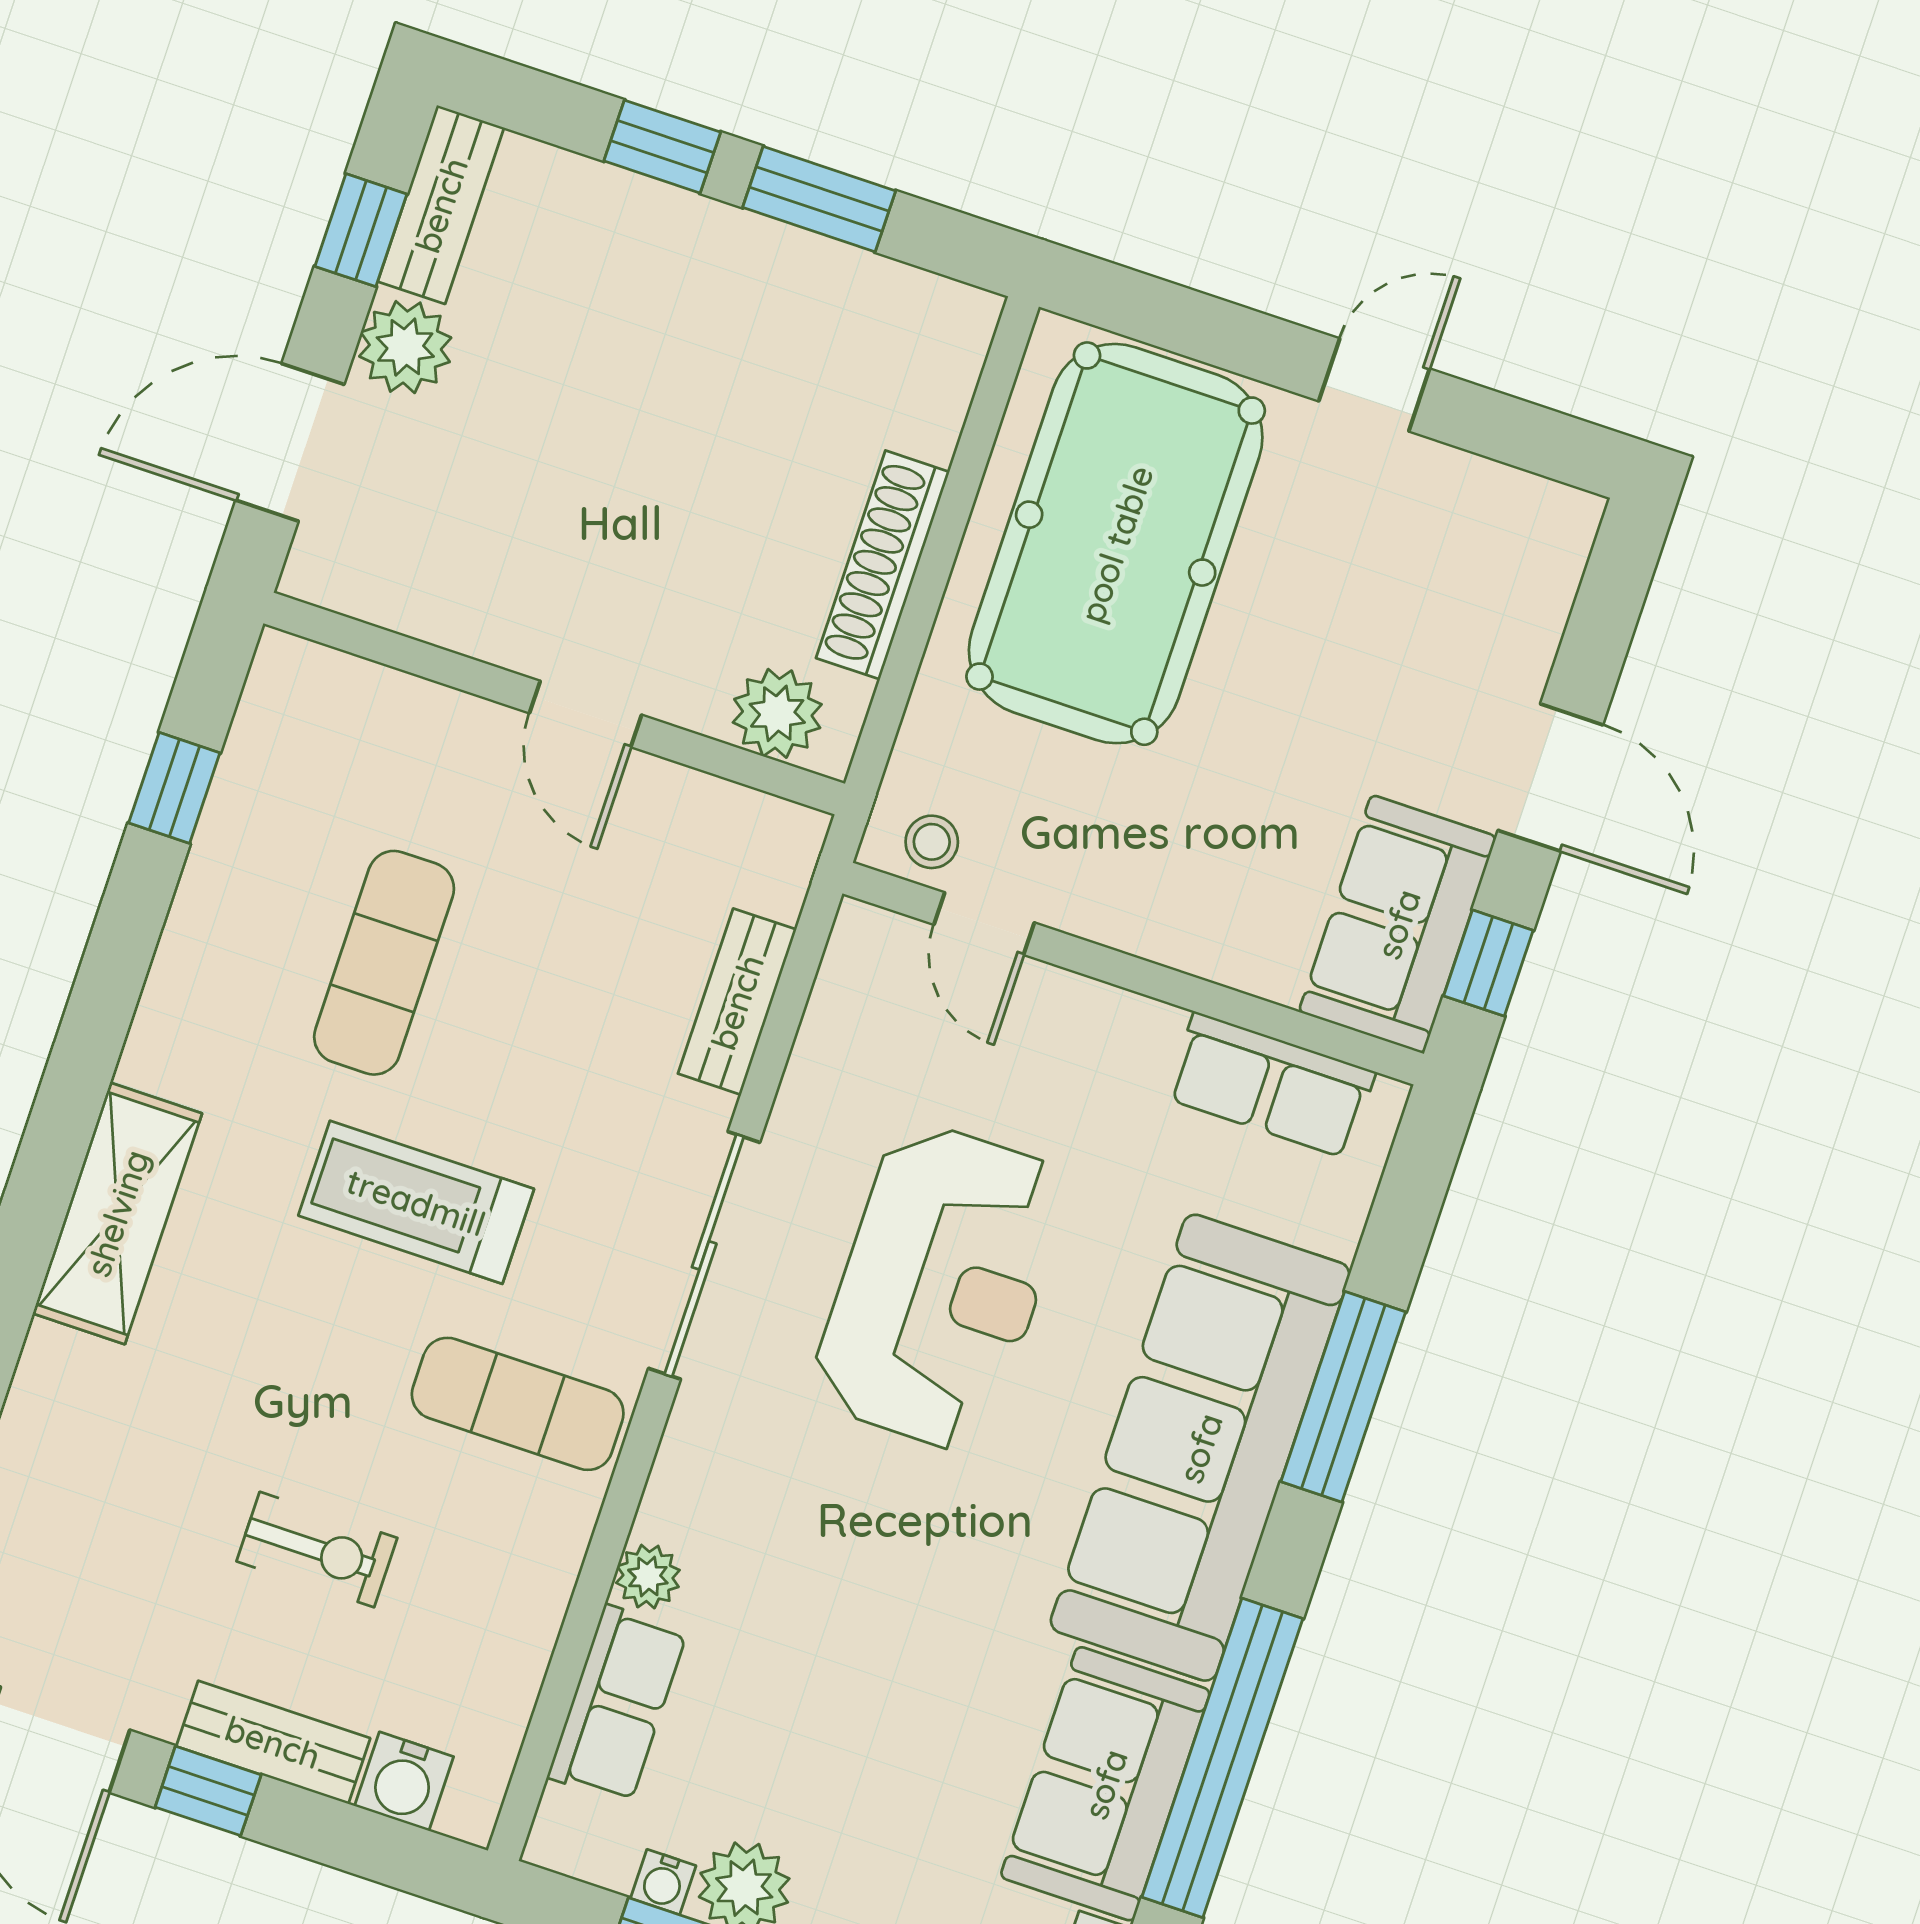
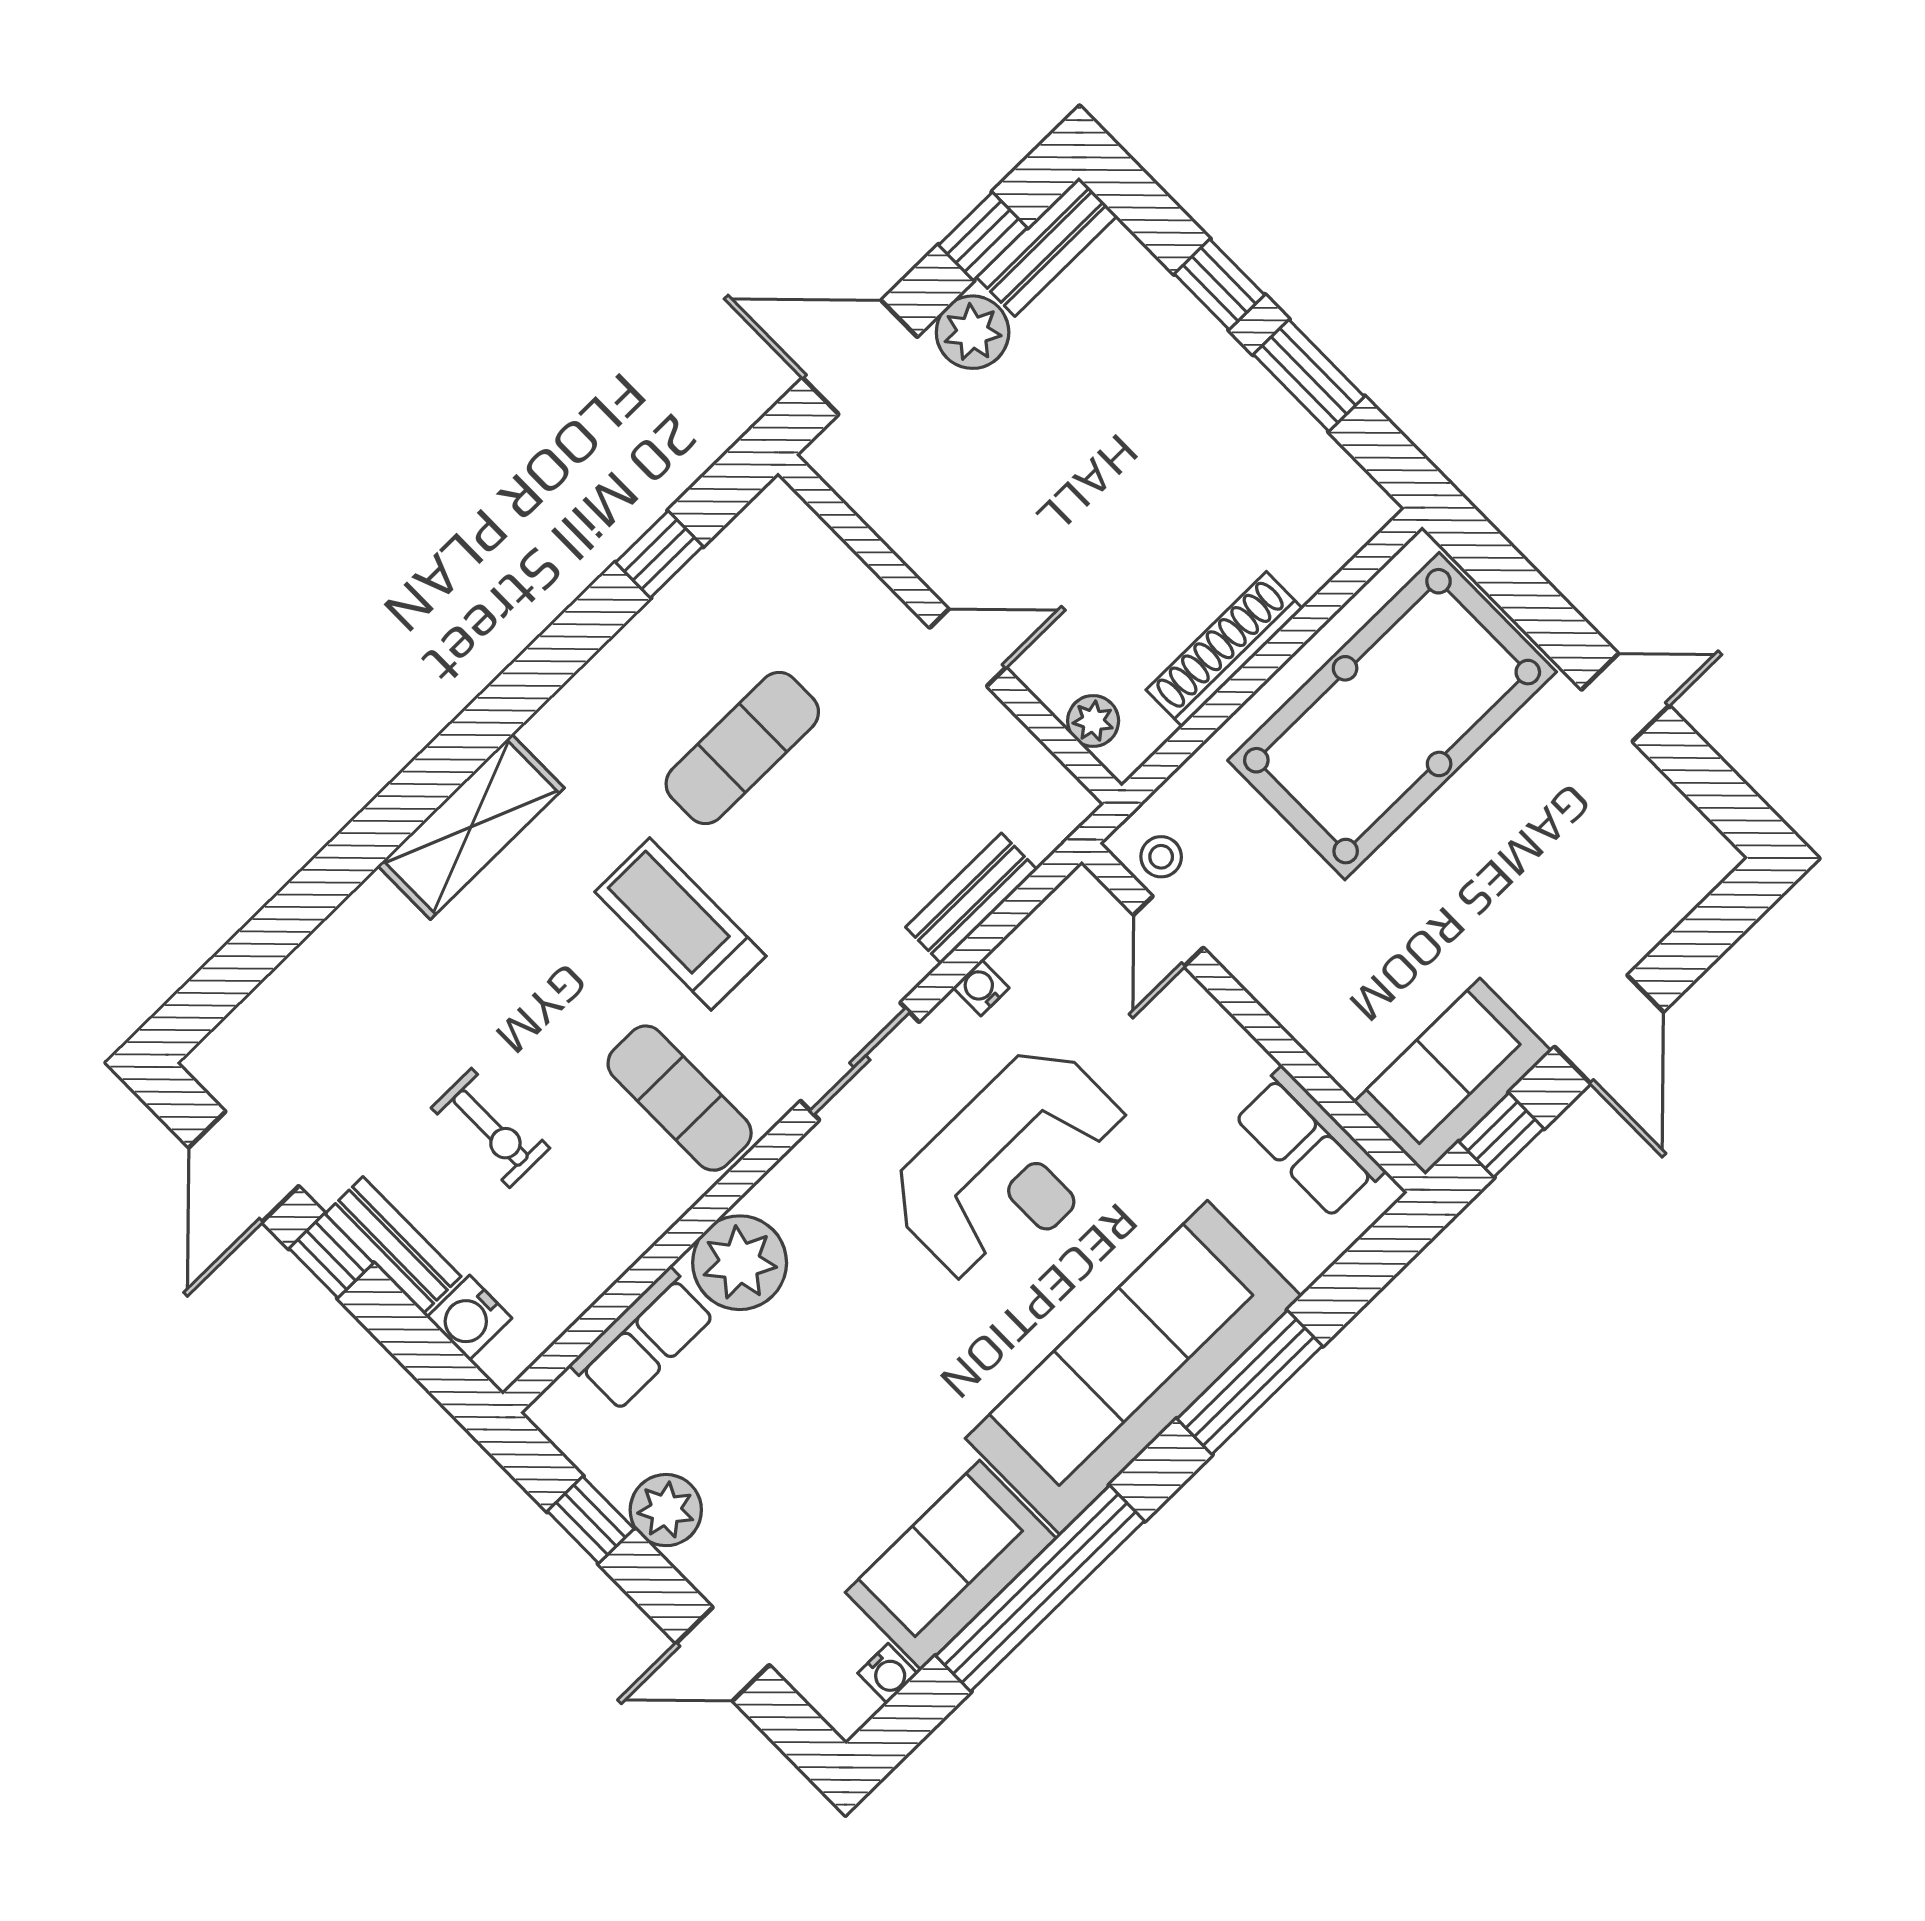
plant: (777, 713) -> (1093, 721), width x0.73, depth x0.73
door: (585, 714) -> (968, 648), swing flipped
sliding door: (704, 1255) -> (860, 1061), width x0.73
plant: (648, 1577) -> (740, 1263), width x1.87, depth x1.87
water cooler: (663, 1882) -> (981, 988), moved, turned 90

